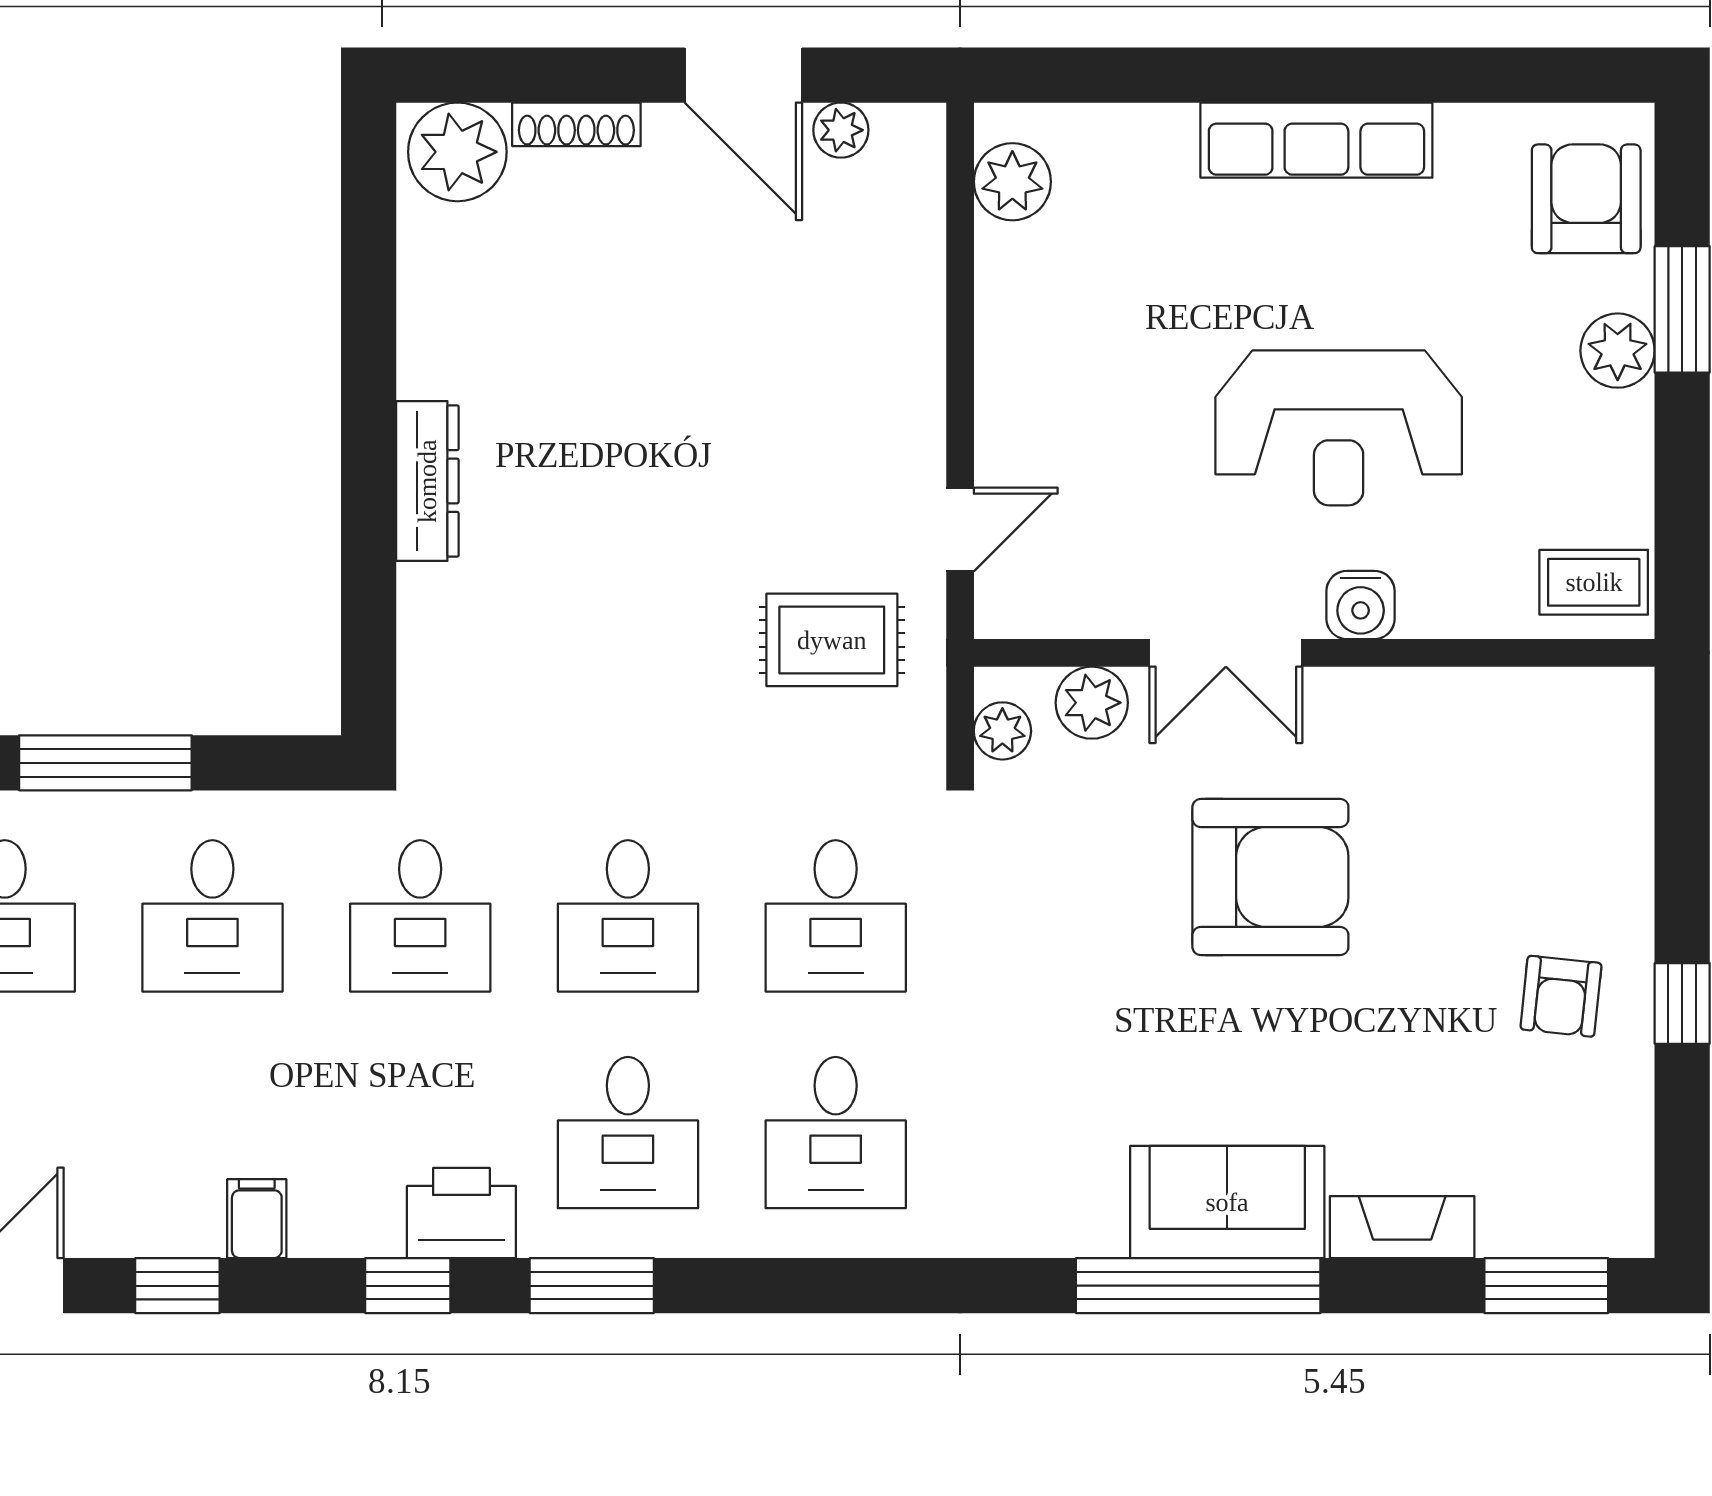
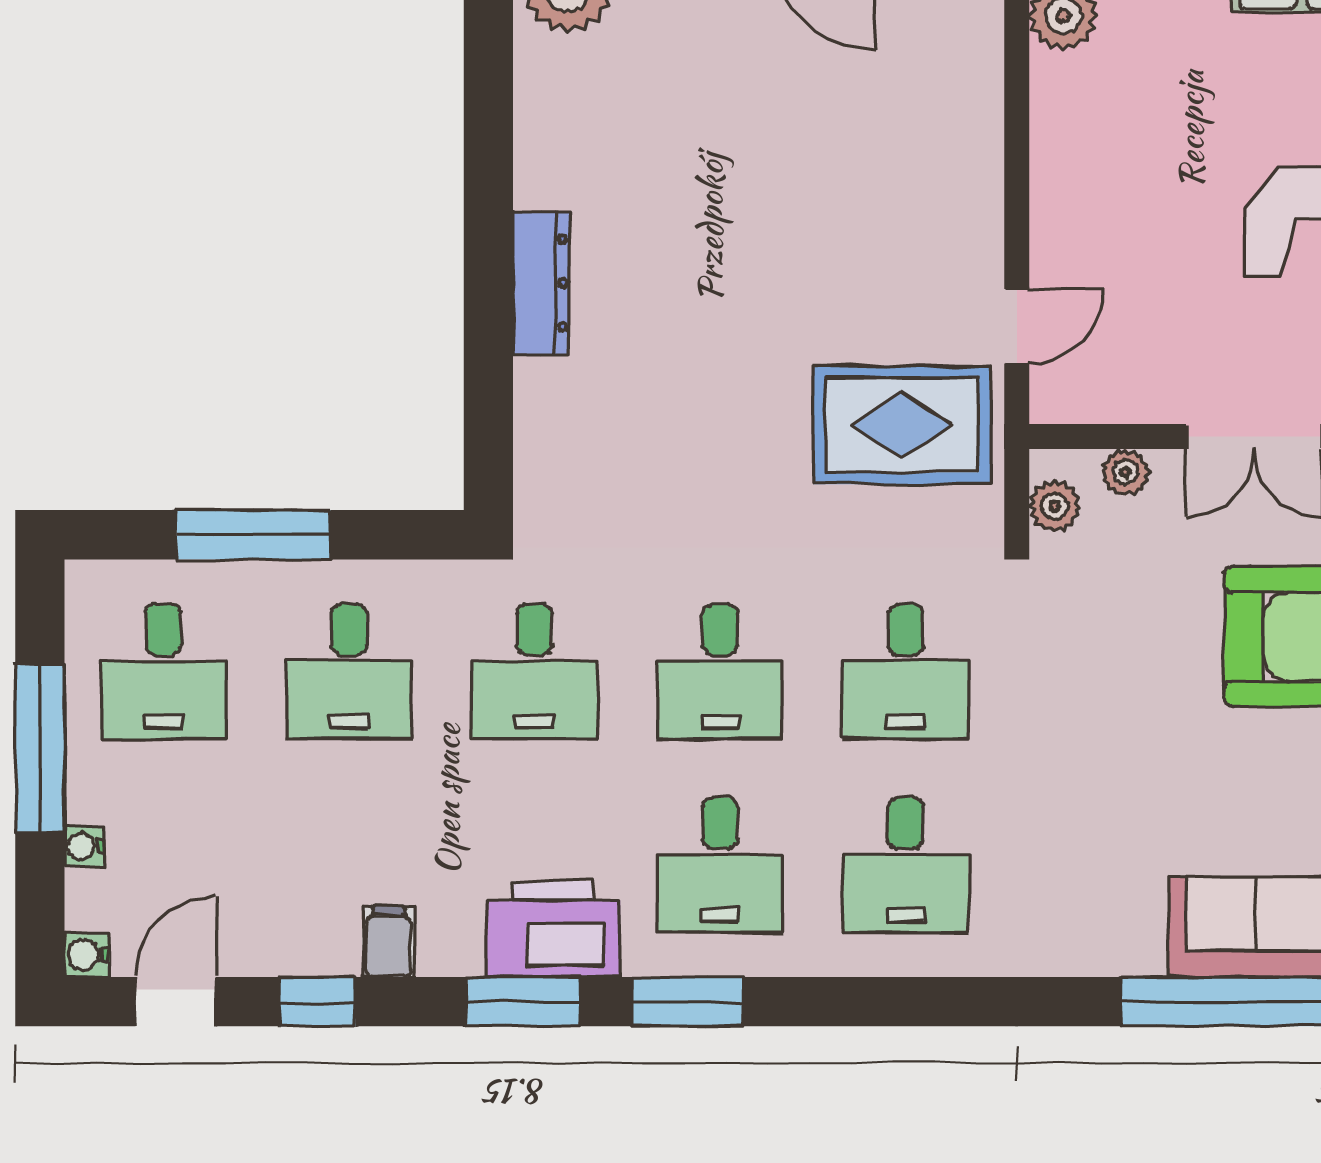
rug: (832, 640) -> (902, 425), width x1.36, depth x1.43
plant: (1092, 703) -> (1126, 472), width x0.73, depth x0.73
printer: (461, 1213) -> (553, 929), width x1.37, depth x1.19
window: (408, 1286) -> (523, 1002), width x1.50

